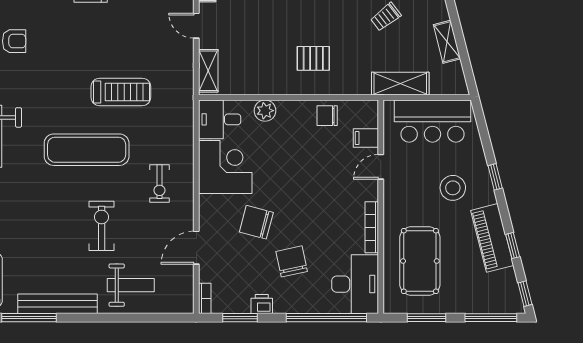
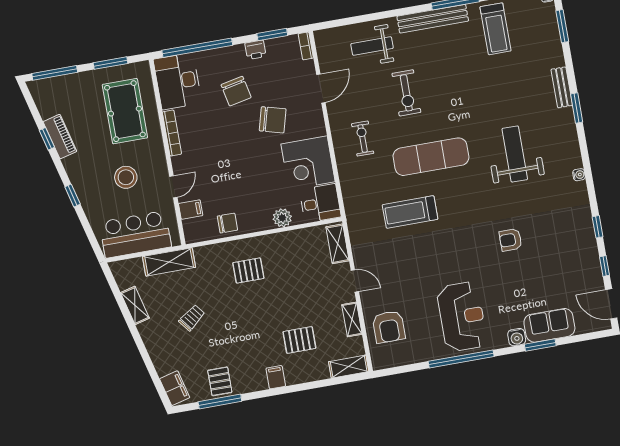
stool: (453, 188) -> (126, 177), moved
piano: (492, 238) -> (60, 137), width x0.73, depth x0.75
window: (525, 294) -> (29, 99), removed

